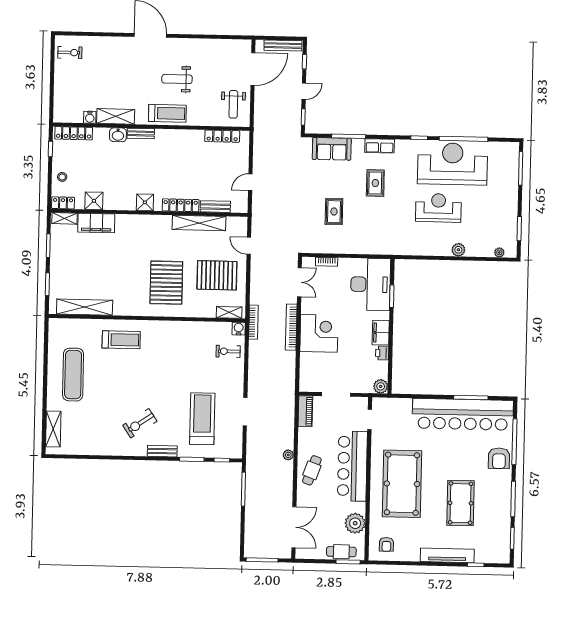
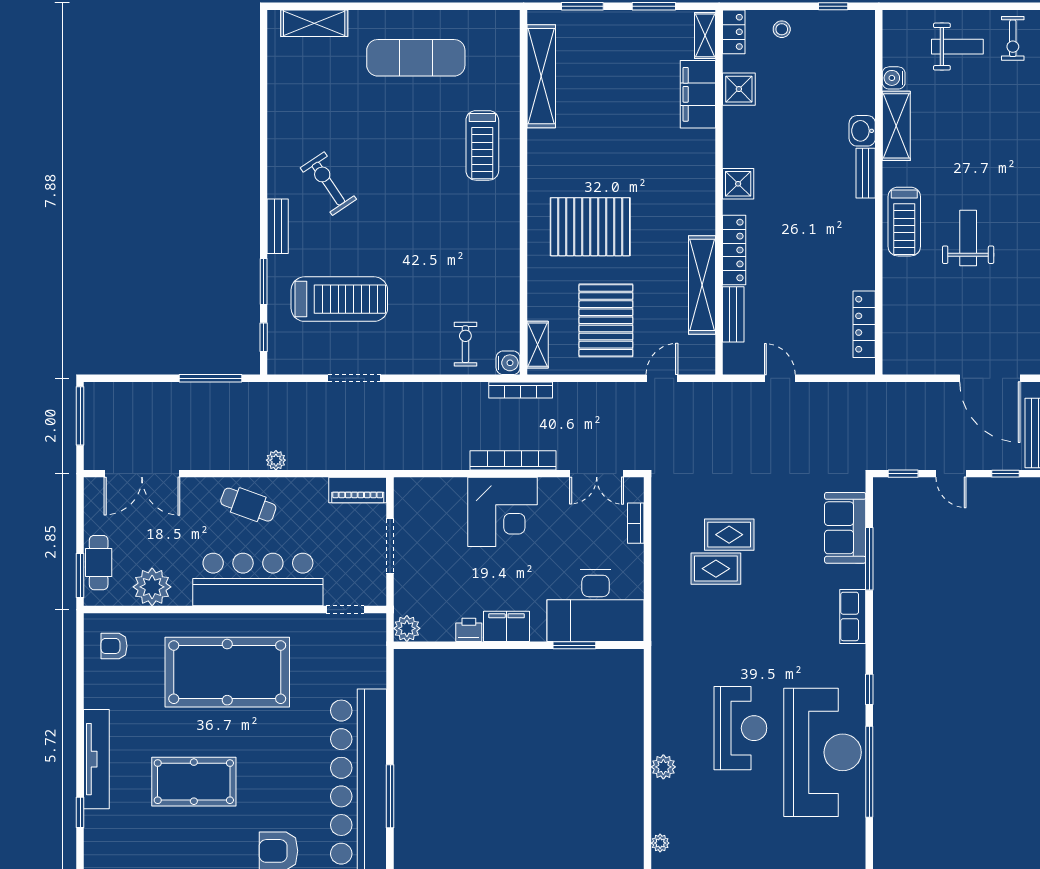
weight bench: (233, 104) -> (957, 47), moved, turned 180
locker: (74, 133) -> (863, 49), removed
rug: (375, 183) -> (716, 569), moved

